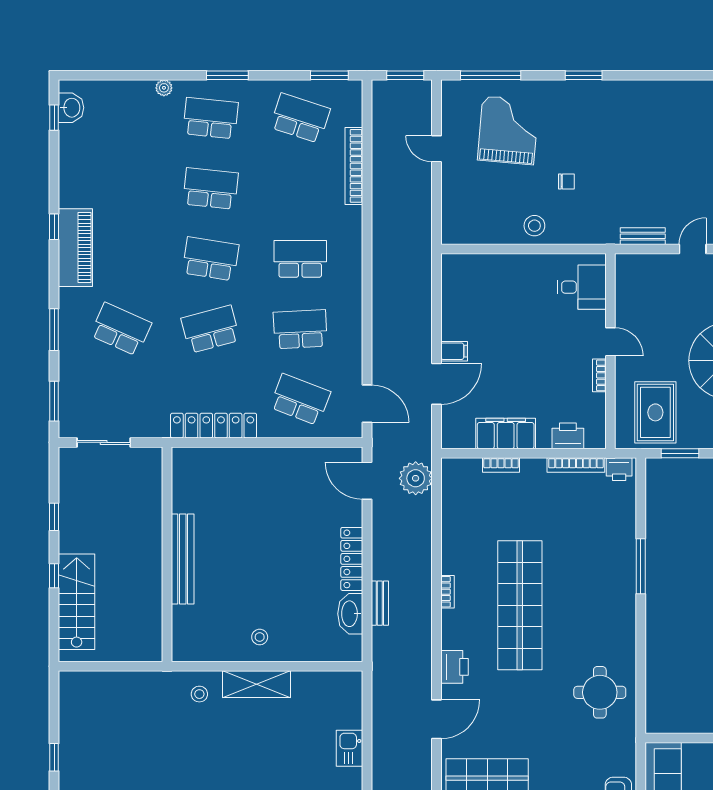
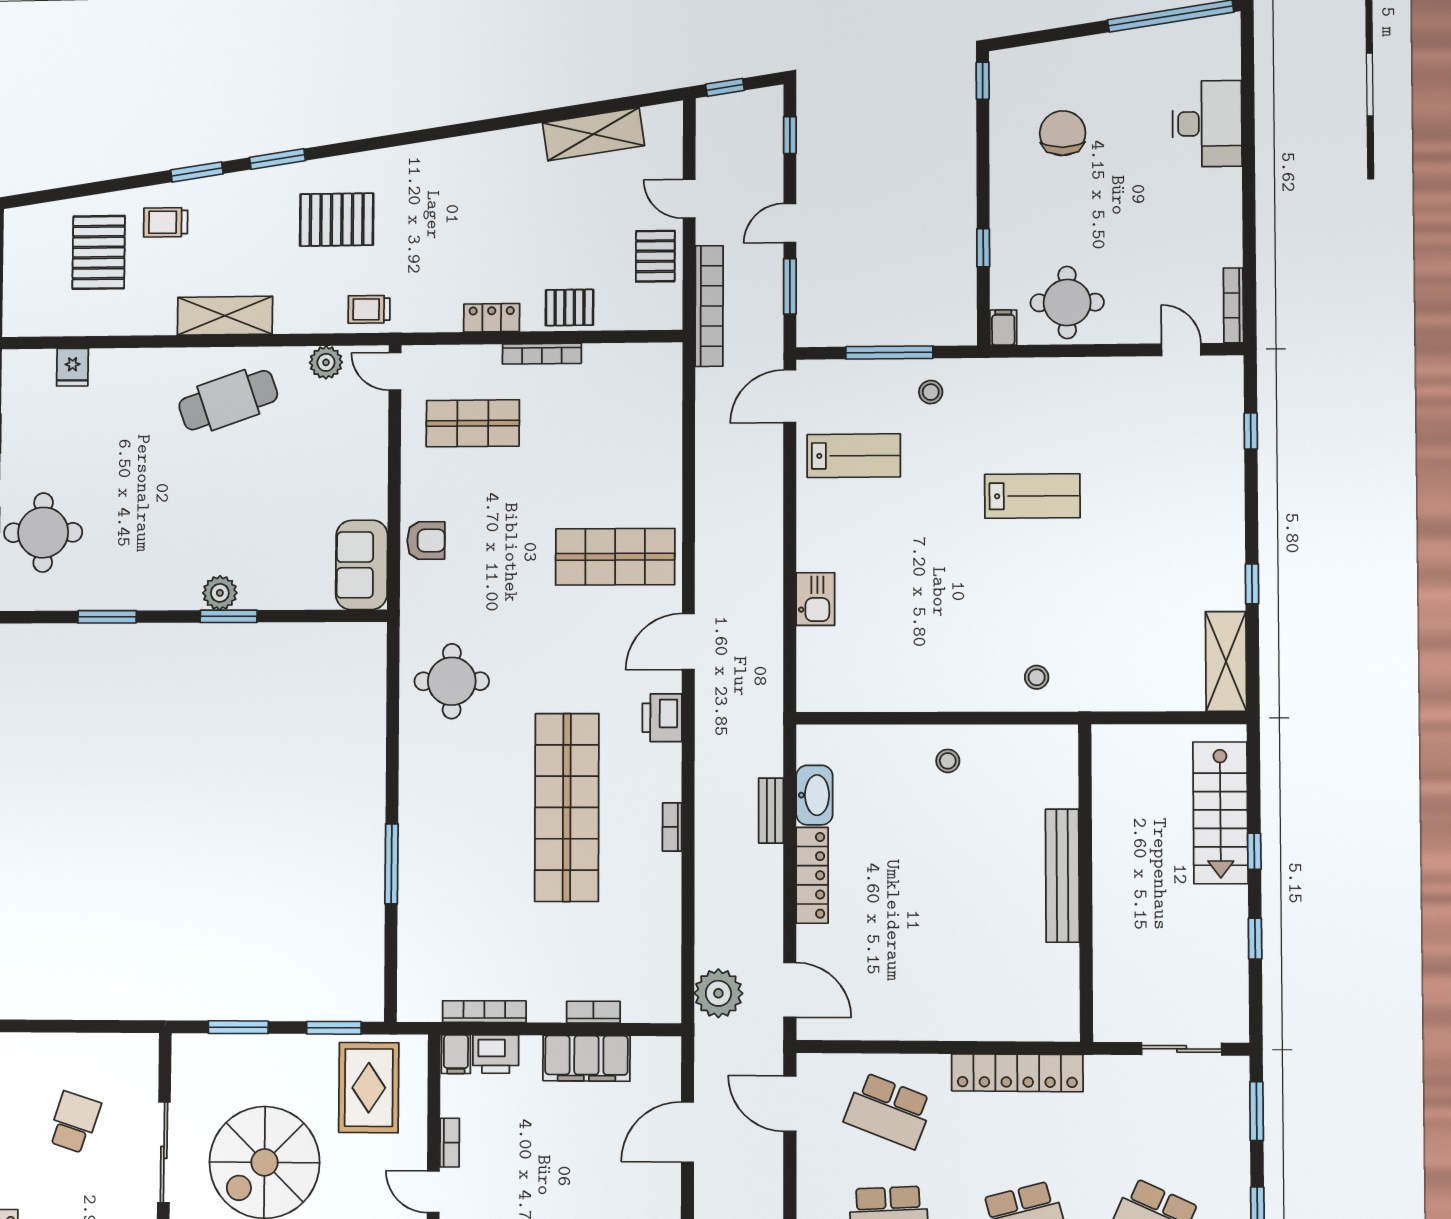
filing cabinet: (454, 351) -> (456, 1054), moved, turned -90
printer: (619, 469) -> (422, 1005), removed
shelving: (257, 684) -> (1226, 661), moved, turned 90

